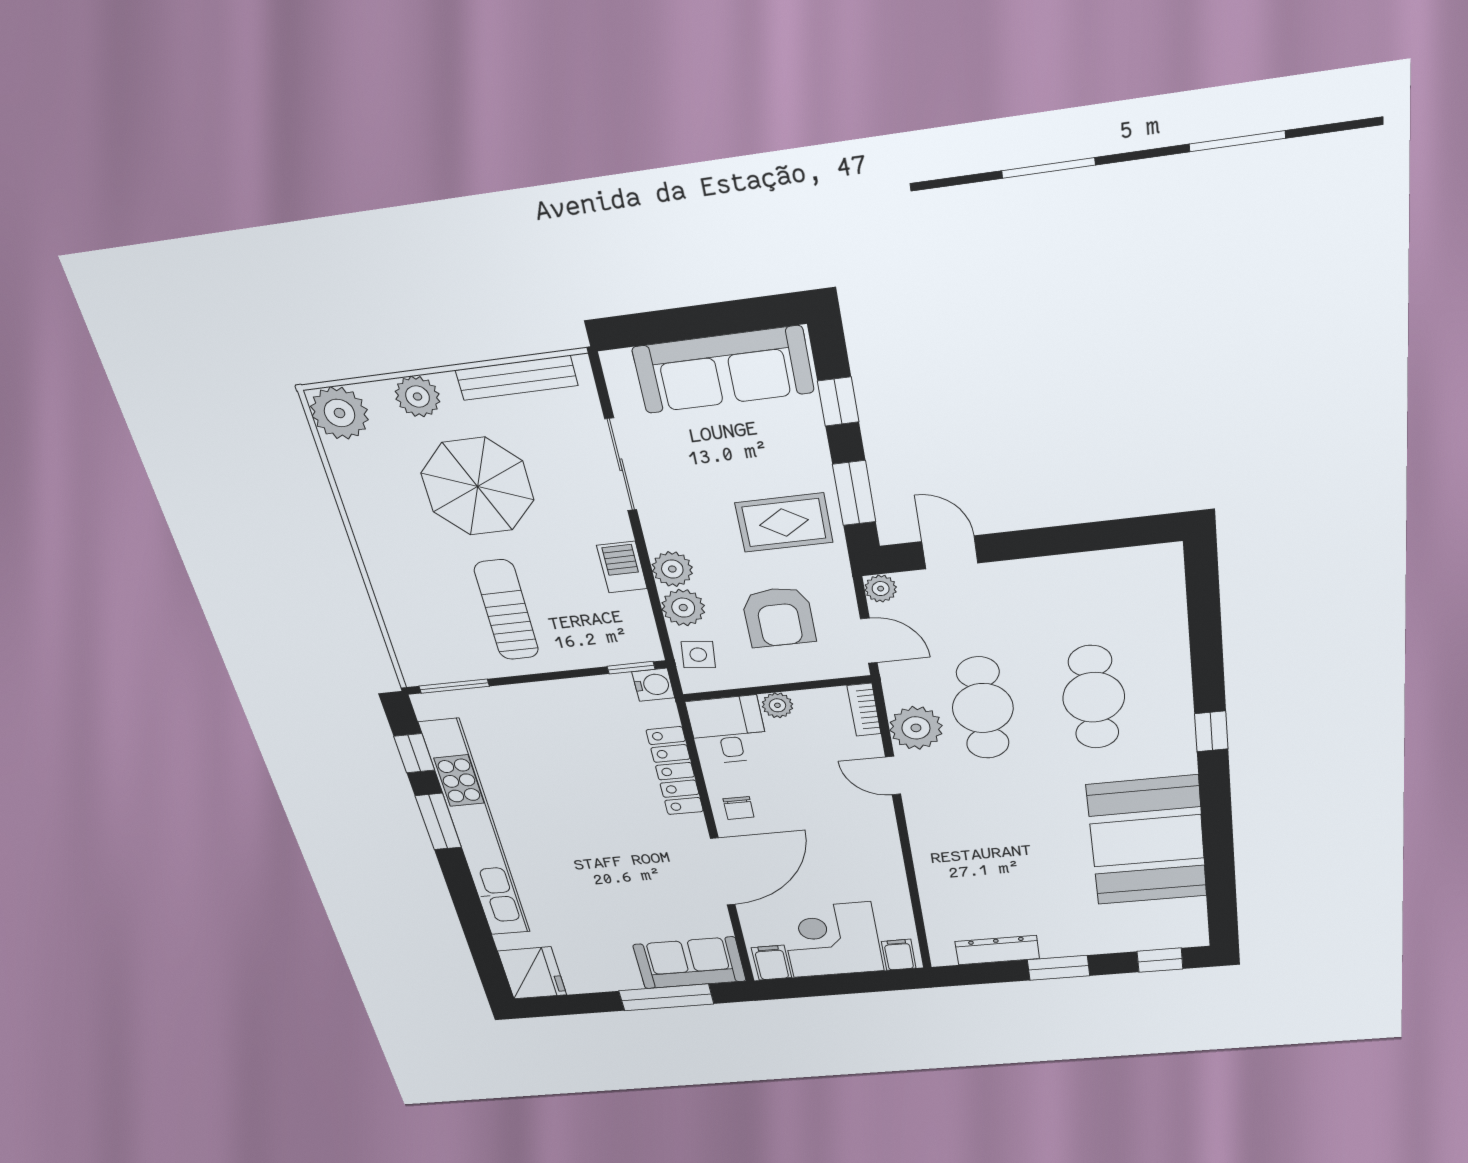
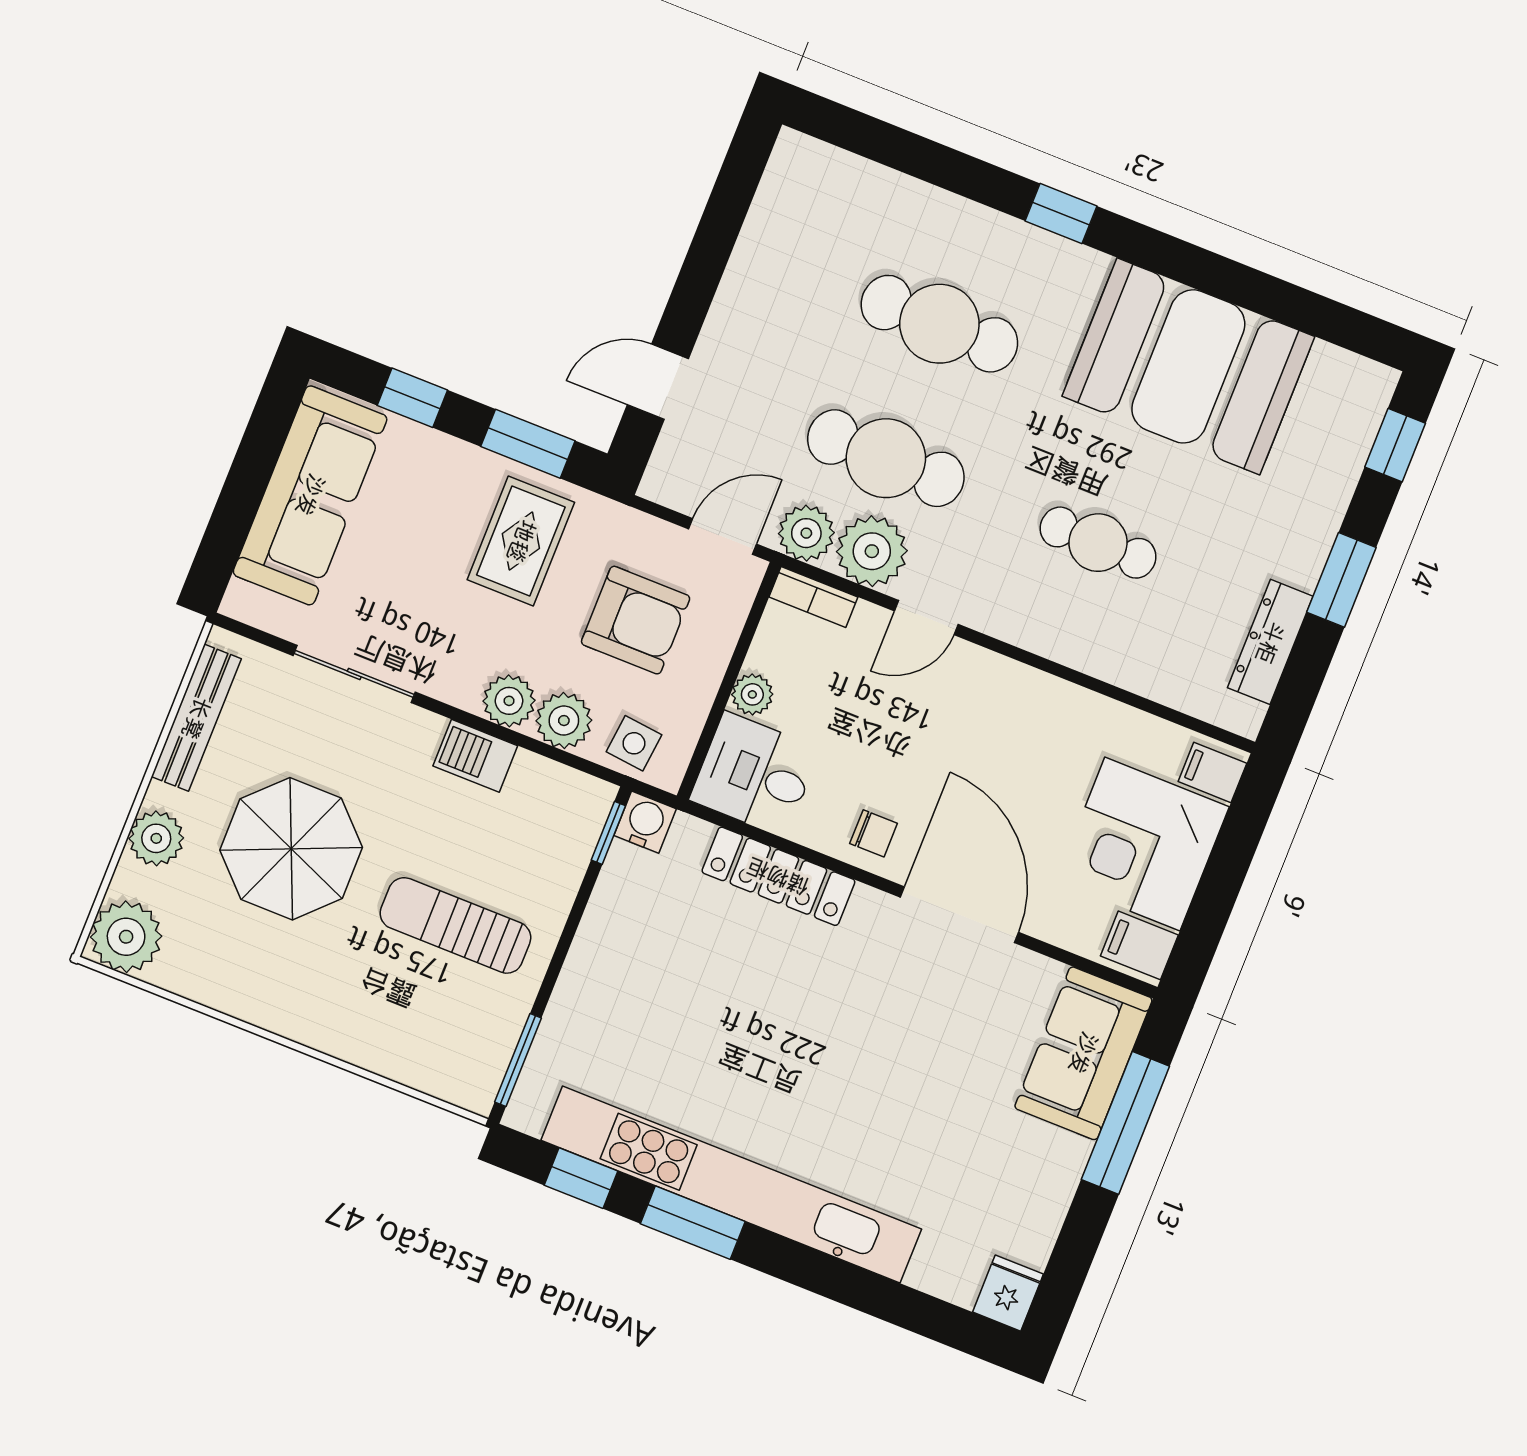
plant: (881, 589) -> (806, 533), moved, width x1.38, depth x1.38
cafe table: (1002, 843) -> (1098, 543), added
fridge: (532, 973) -> (1008, 1293), width x0.53, depth x0.75

